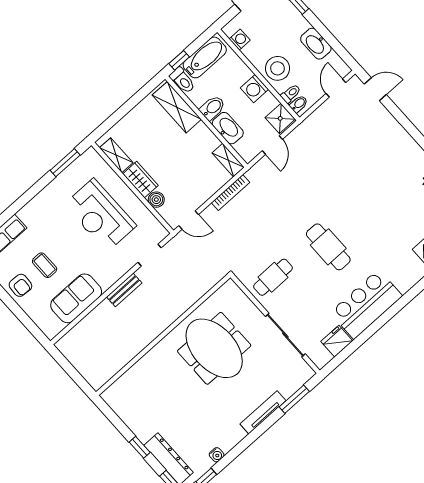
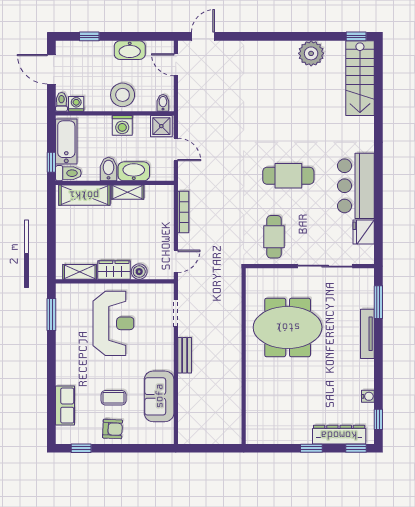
toilet: (291, 94) -> (61, 102), moved
shelving: (228, 160) -> (127, 192), moved
reception desk: (100, 215) -> (113, 323), turned -90

